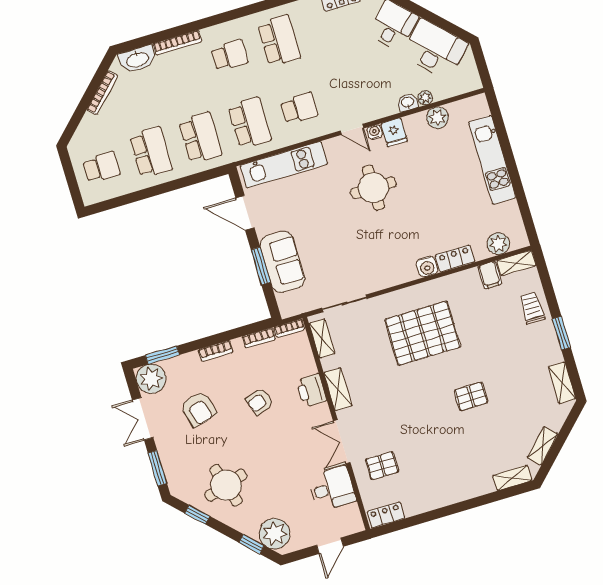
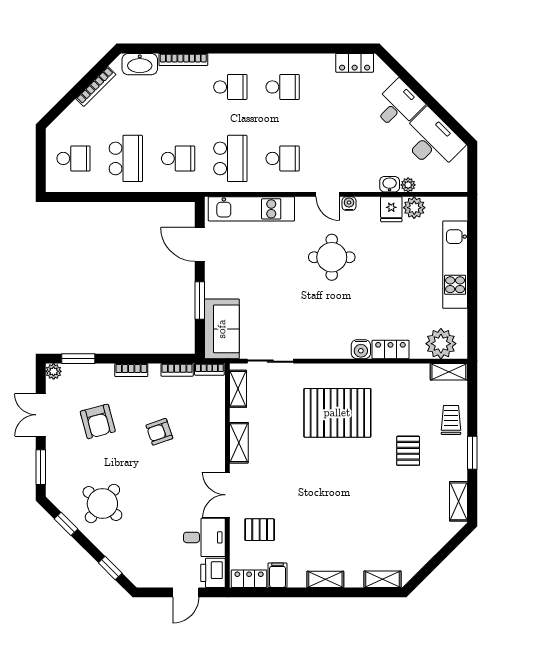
school desk: (279, 41) -> (283, 87), width x0.54
fridge: (394, 132) -> (391, 209), moved
school desk: (200, 138) -> (178, 158), width x0.54
plant: (498, 244) -> (441, 344), width x1.36, depth x1.36
sofa: (282, 262) -> (222, 329), moved
filing cabinet: (490, 275) -> (277, 575), moved, turned 180
plant: (151, 379) -> (54, 371), width x0.53, depth x0.53
printer: (312, 390) -> (213, 573), moved
pallet: (471, 396) -> (408, 451), moved, turned 90
shelving: (543, 446) -> (325, 579), moved, turned 45
round table: (226, 485) -> (102, 504), turned -33
plant: (275, 534) -> (136, 565), removed

